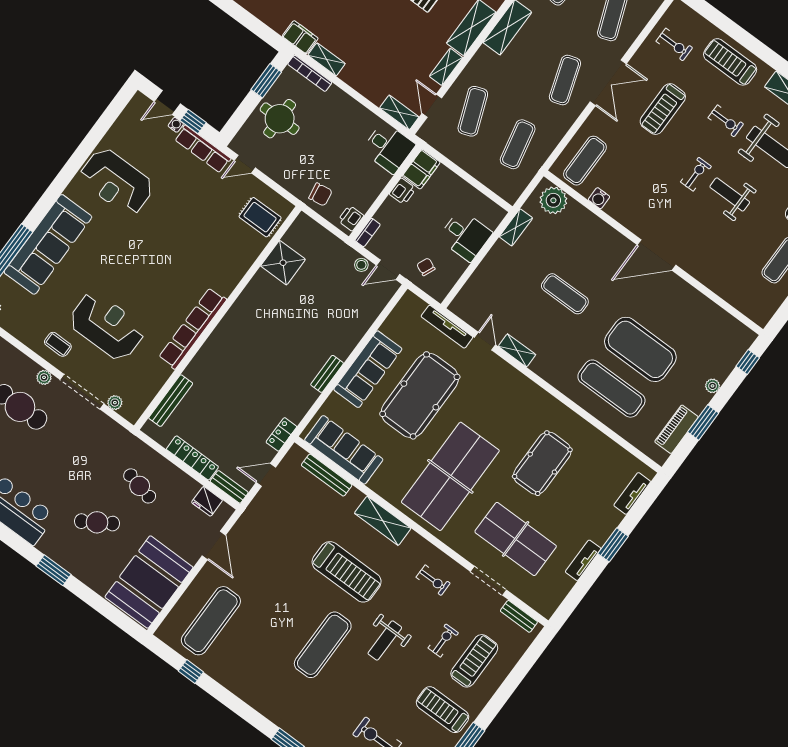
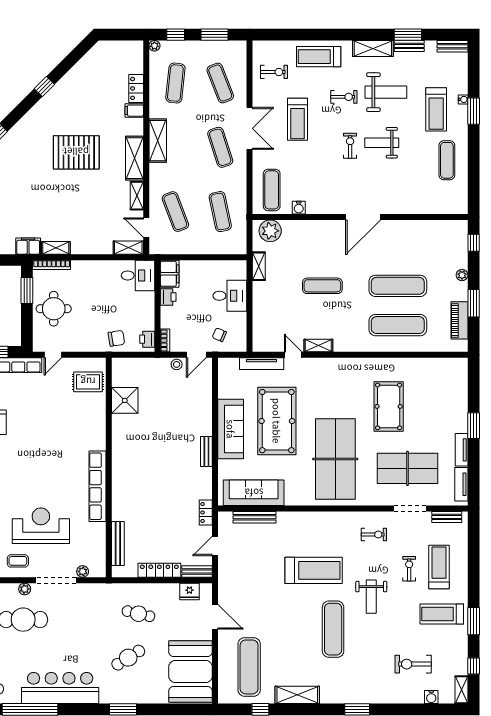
exercise mat: (640, 349) -> (398, 286), width x0.68
tv unit: (632, 493) -> (461, 484), moved
shelving: (383, 521) -> (297, 695), moved

